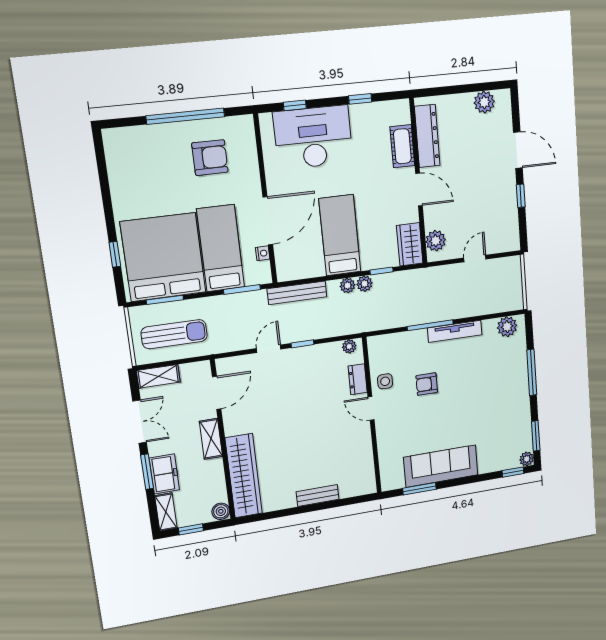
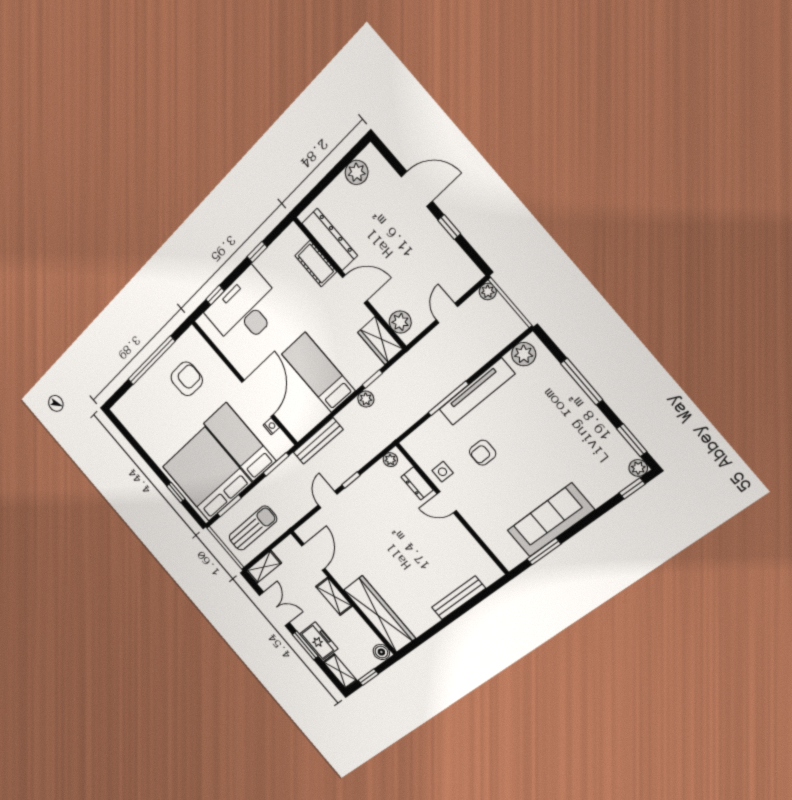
plant: (348, 286) -> (488, 291), moved
tv unit: (455, 331) -> (477, 392), width x1.36, depth x1.29
bench: (318, 496) -> (458, 598), width x1.36

